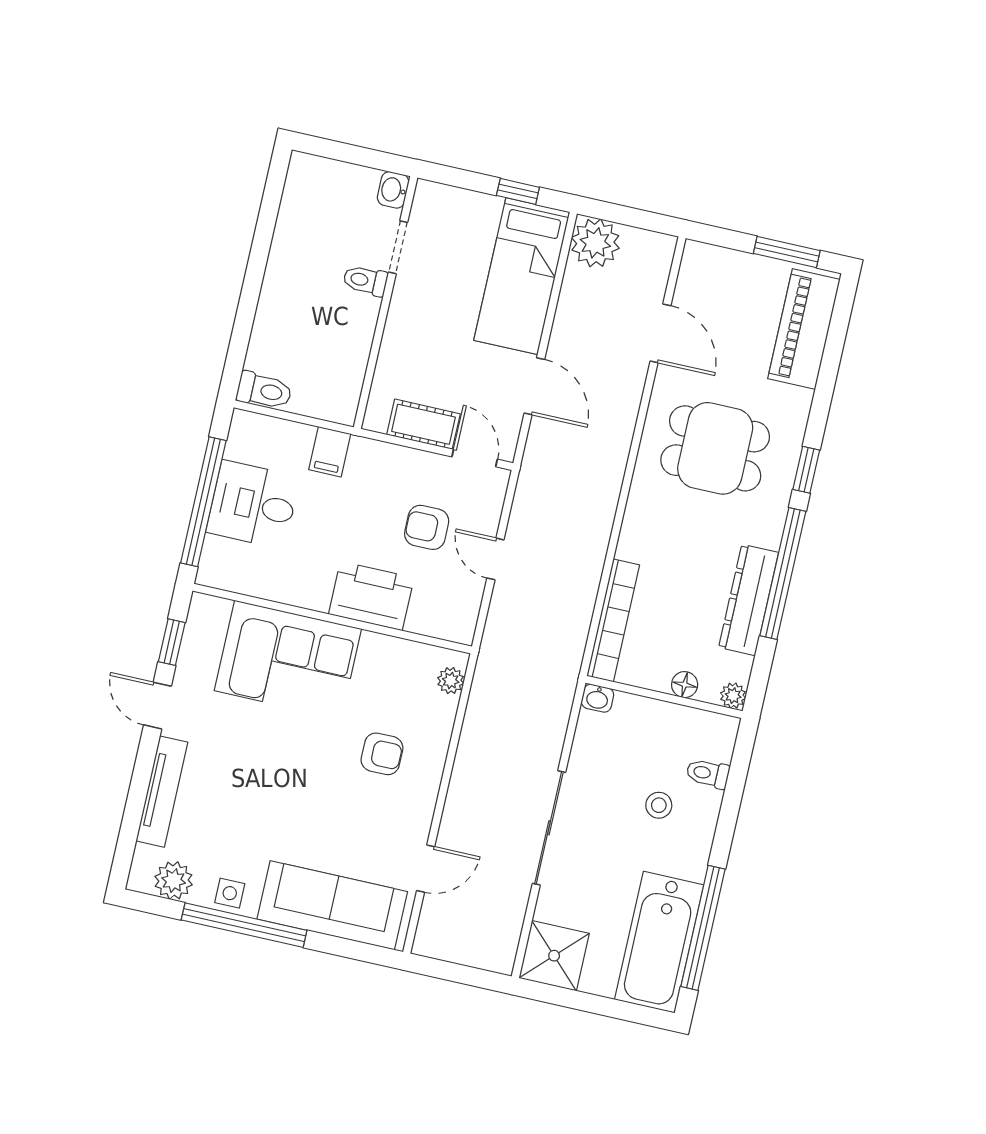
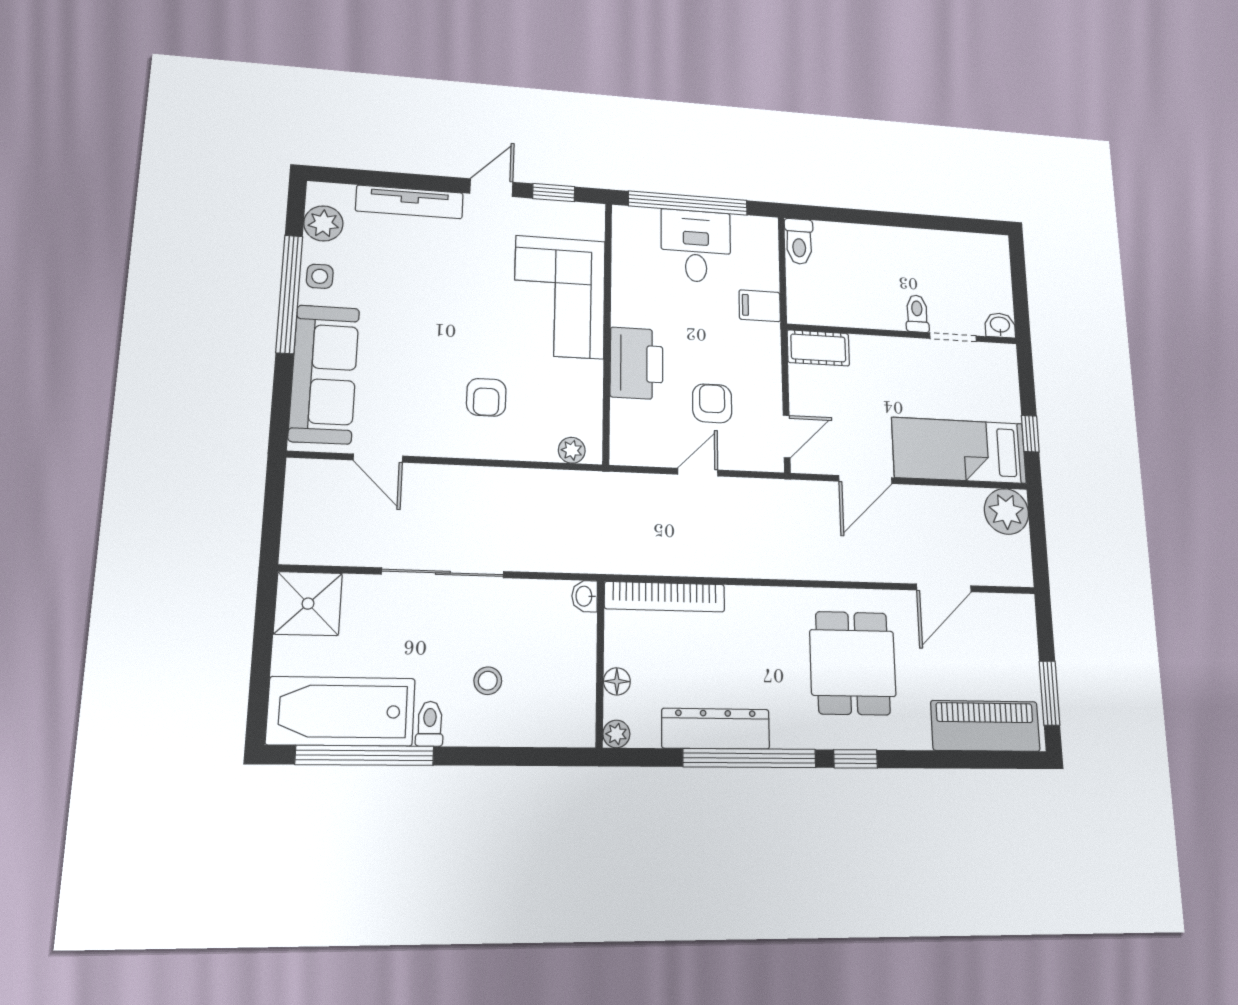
cot: (423, 424) -> (818, 348), moved, turned 90
toilet: (708, 774) -> (430, 724), moved

